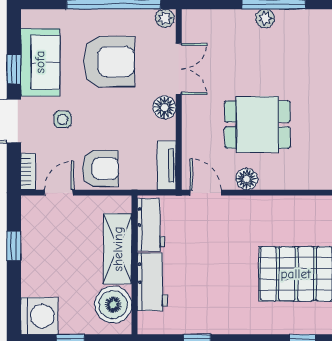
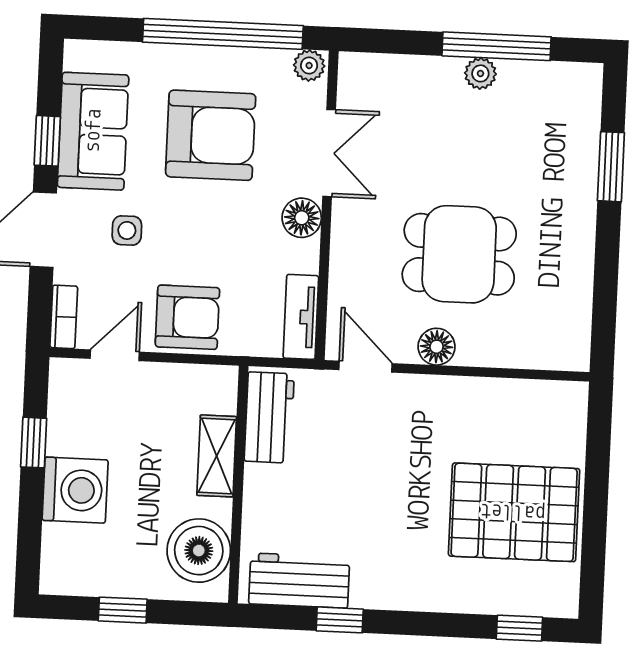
shelving: (118, 249) -> (217, 456), width x0.67, depth x0.75
workbench: (152, 282) -> (299, 581), moved, turned -90
washing machine: (39, 316) -> (75, 490), moved

